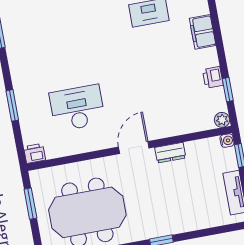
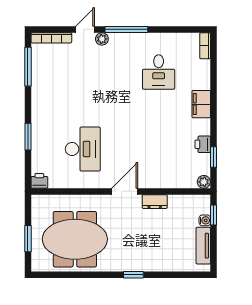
desk: (77, 108) -> (83, 149), turned 90
water cooler: (227, 141) -> (205, 220), moved
window: (30, 204) -> (28, 239), moved

